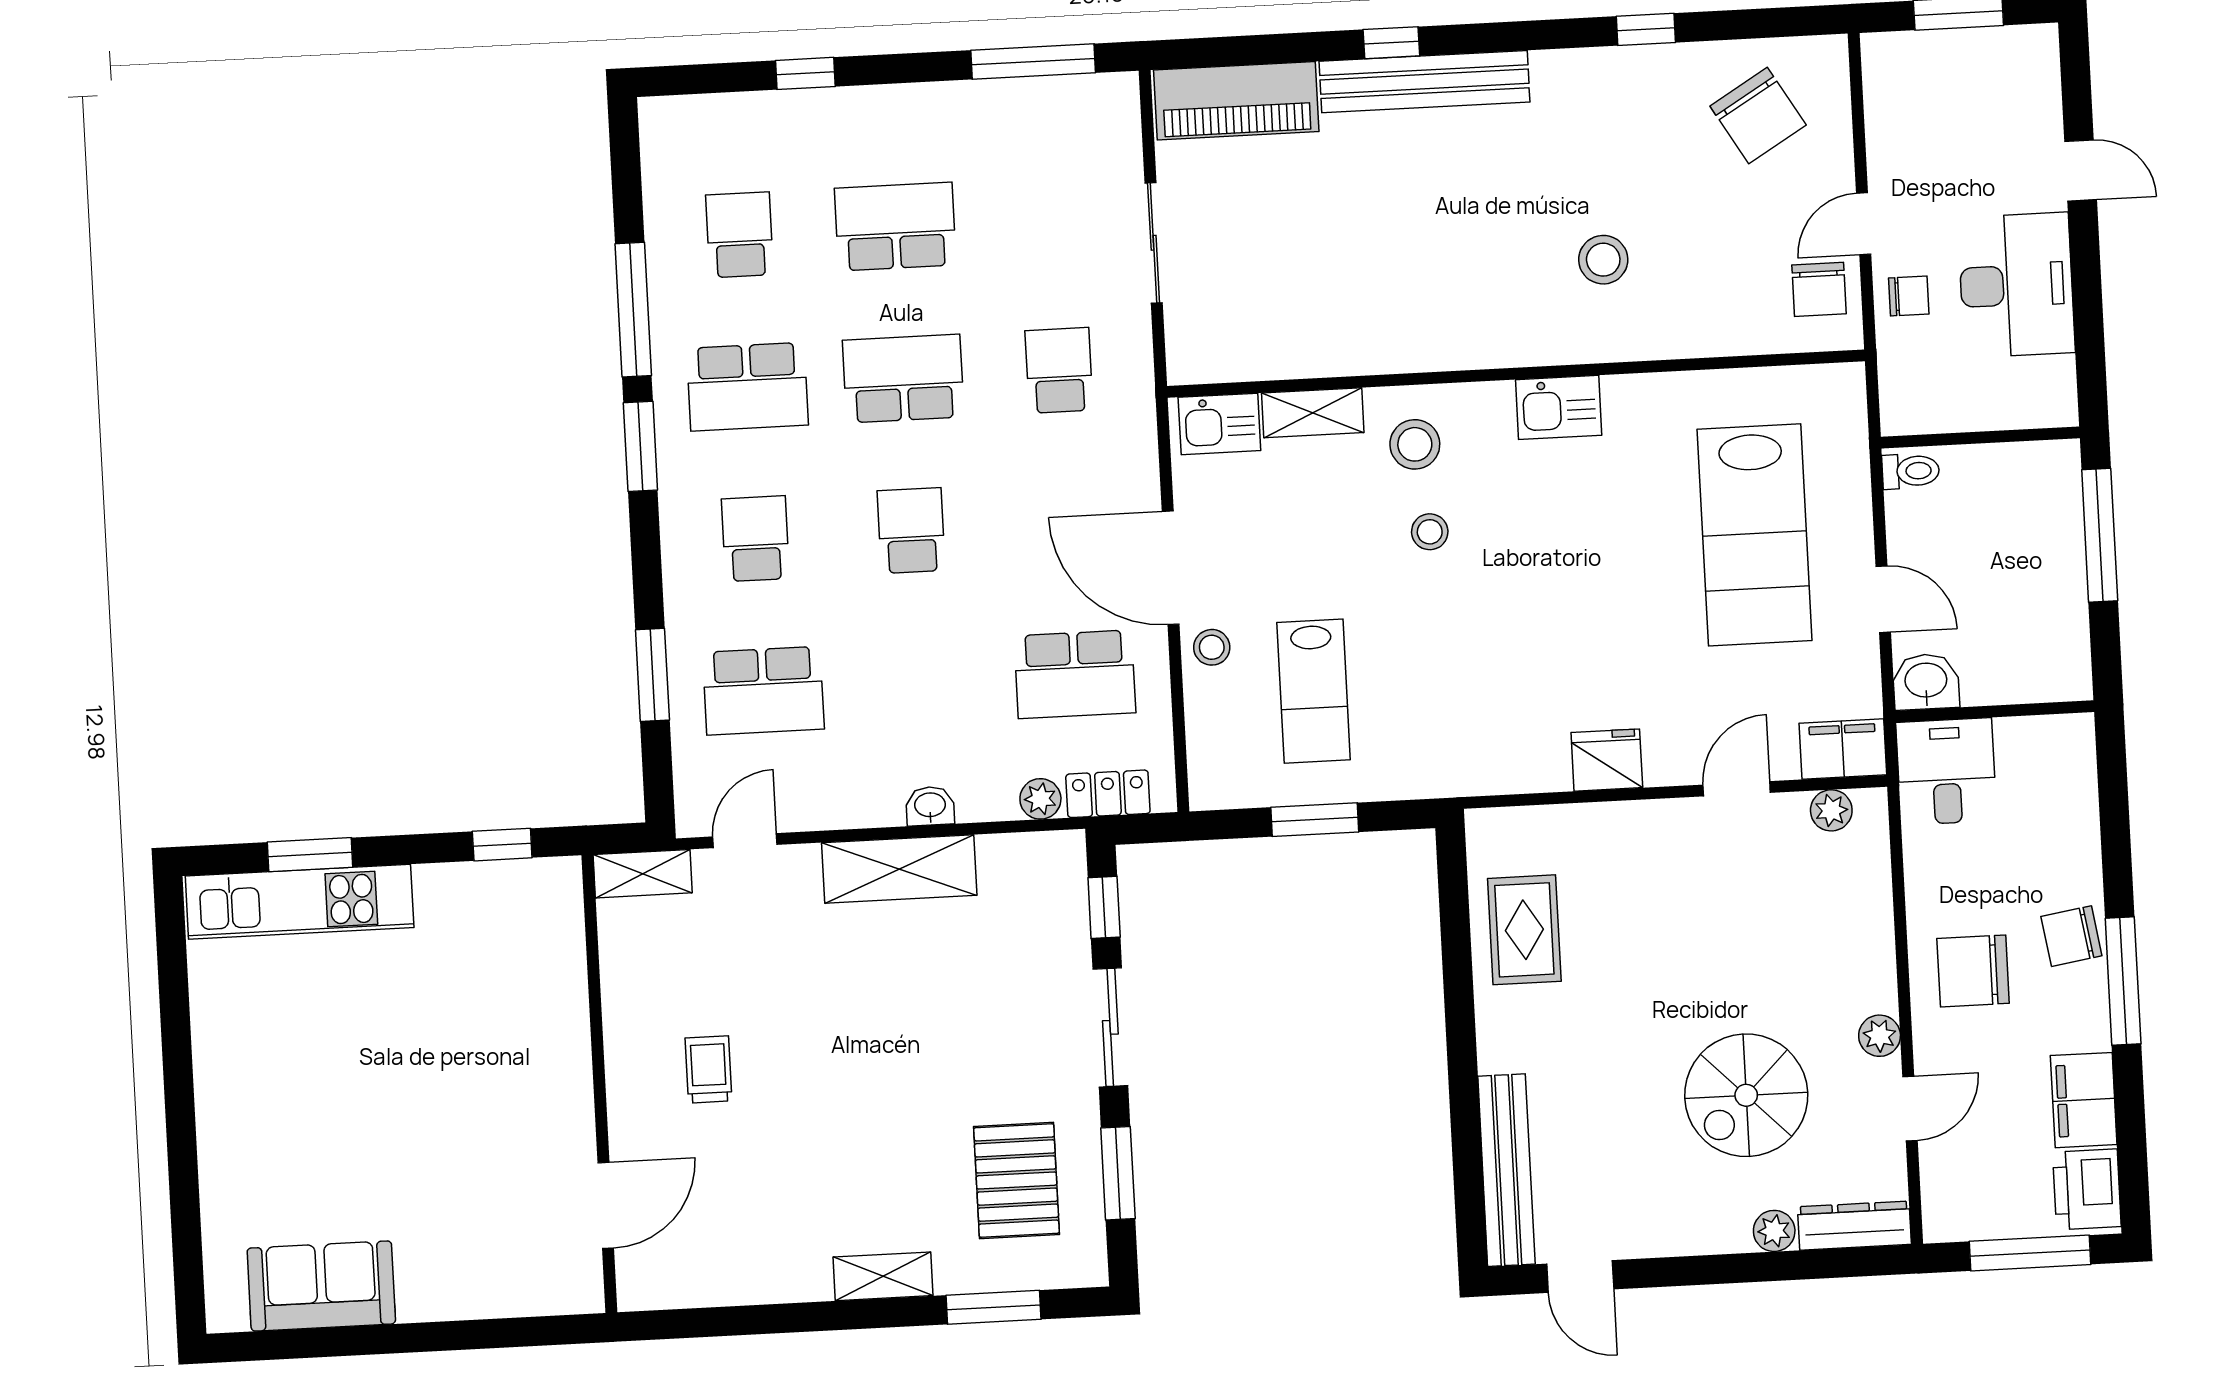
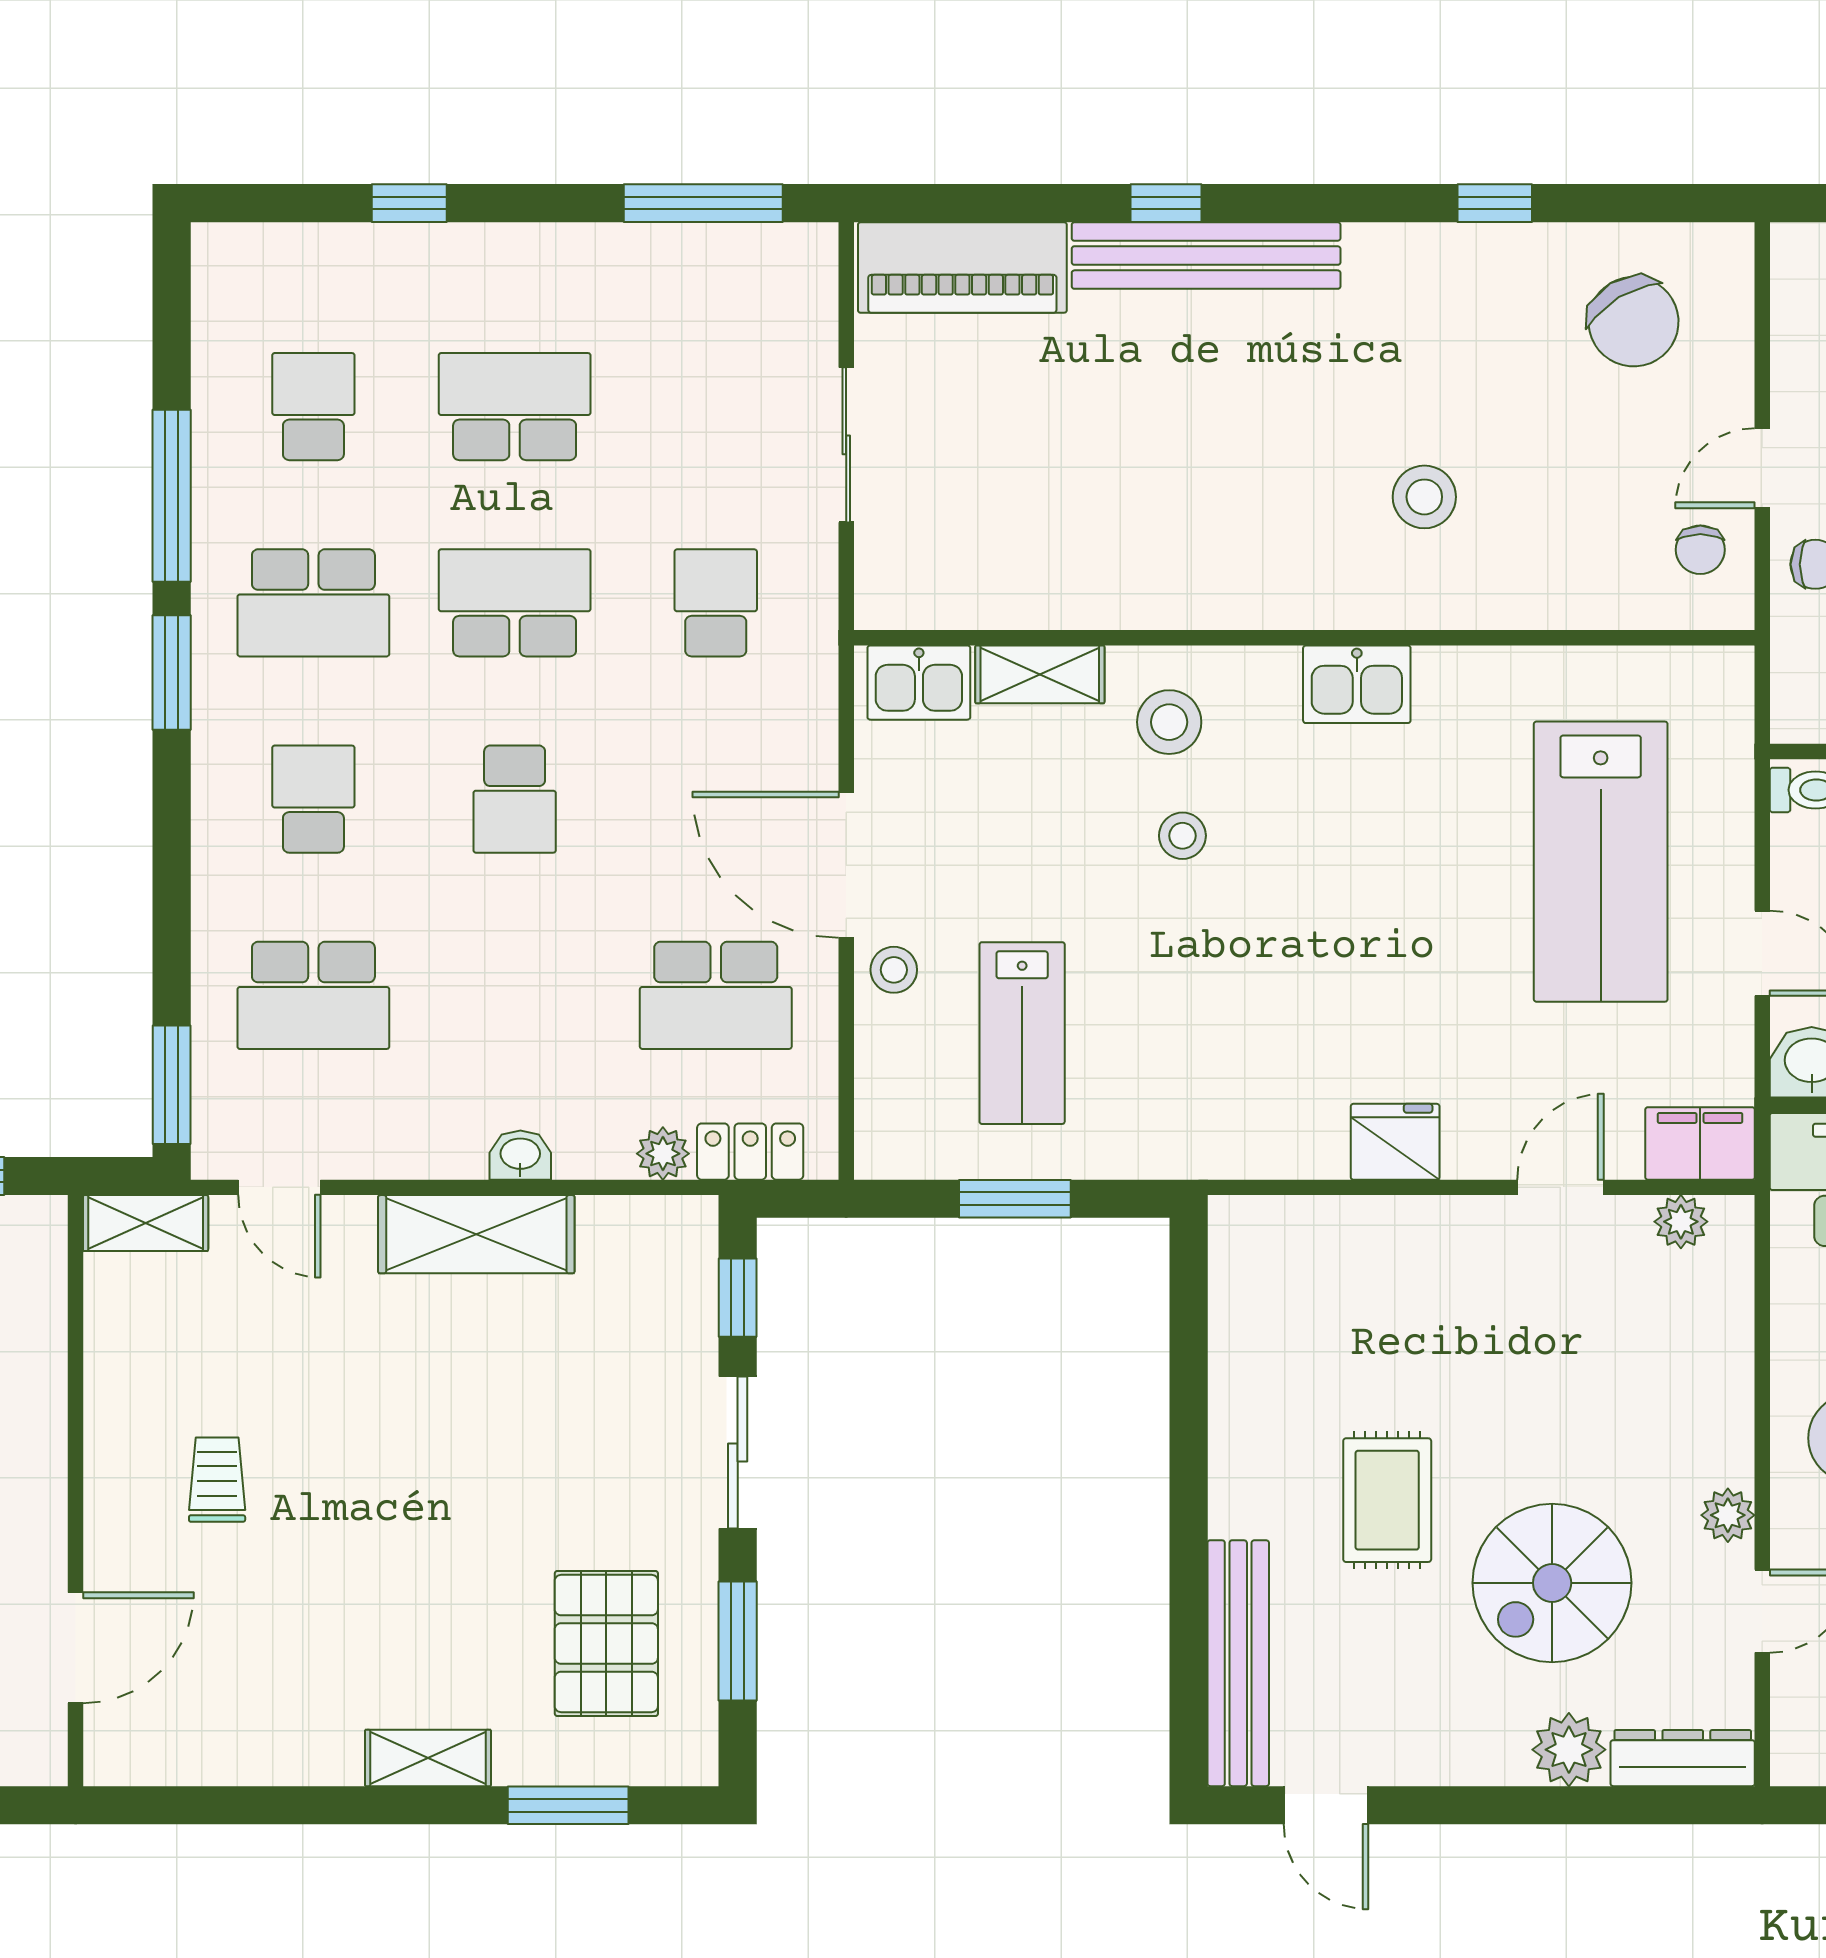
chair: (1819, 289) -> (1700, 550), width x0.73, depth x0.73
school desk: (911, 531) -> (515, 799), turned 180
window: (652, 675) -> (172, 1085), moved
door: (745, 841) -> (279, 1187), swing flipped
rug: (1524, 930) -> (1387, 1500), moved
plant: (1774, 1231) -> (1569, 1750), width x1.38, depth x1.38

